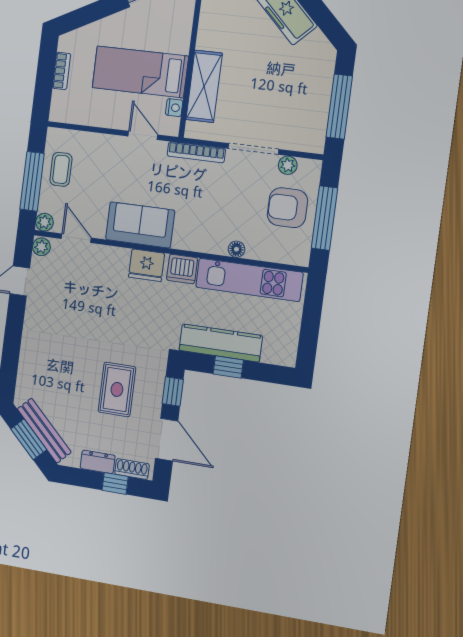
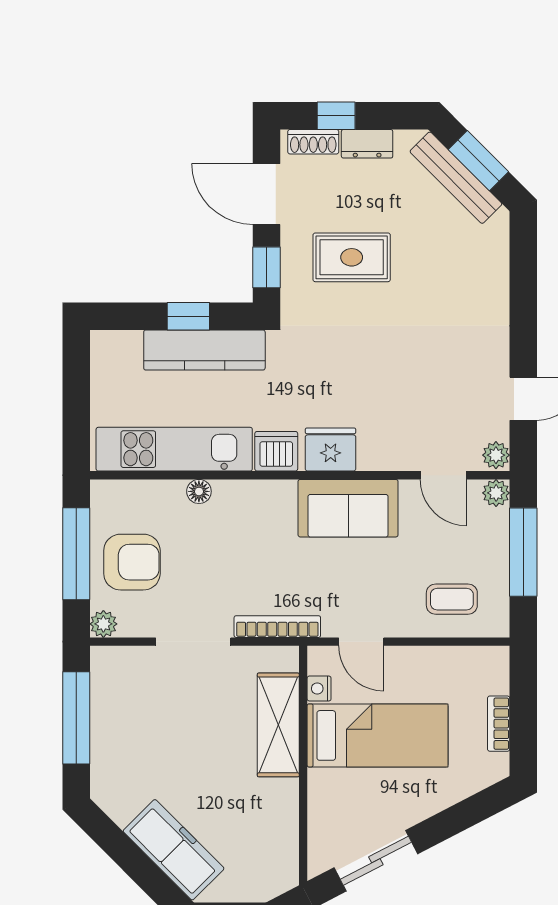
plant: (288, 165) -> (103, 624), moved
coffee table: (61, 169) -> (452, 599), moved, turned 90
rug: (117, 389) -> (352, 257), turned 90

